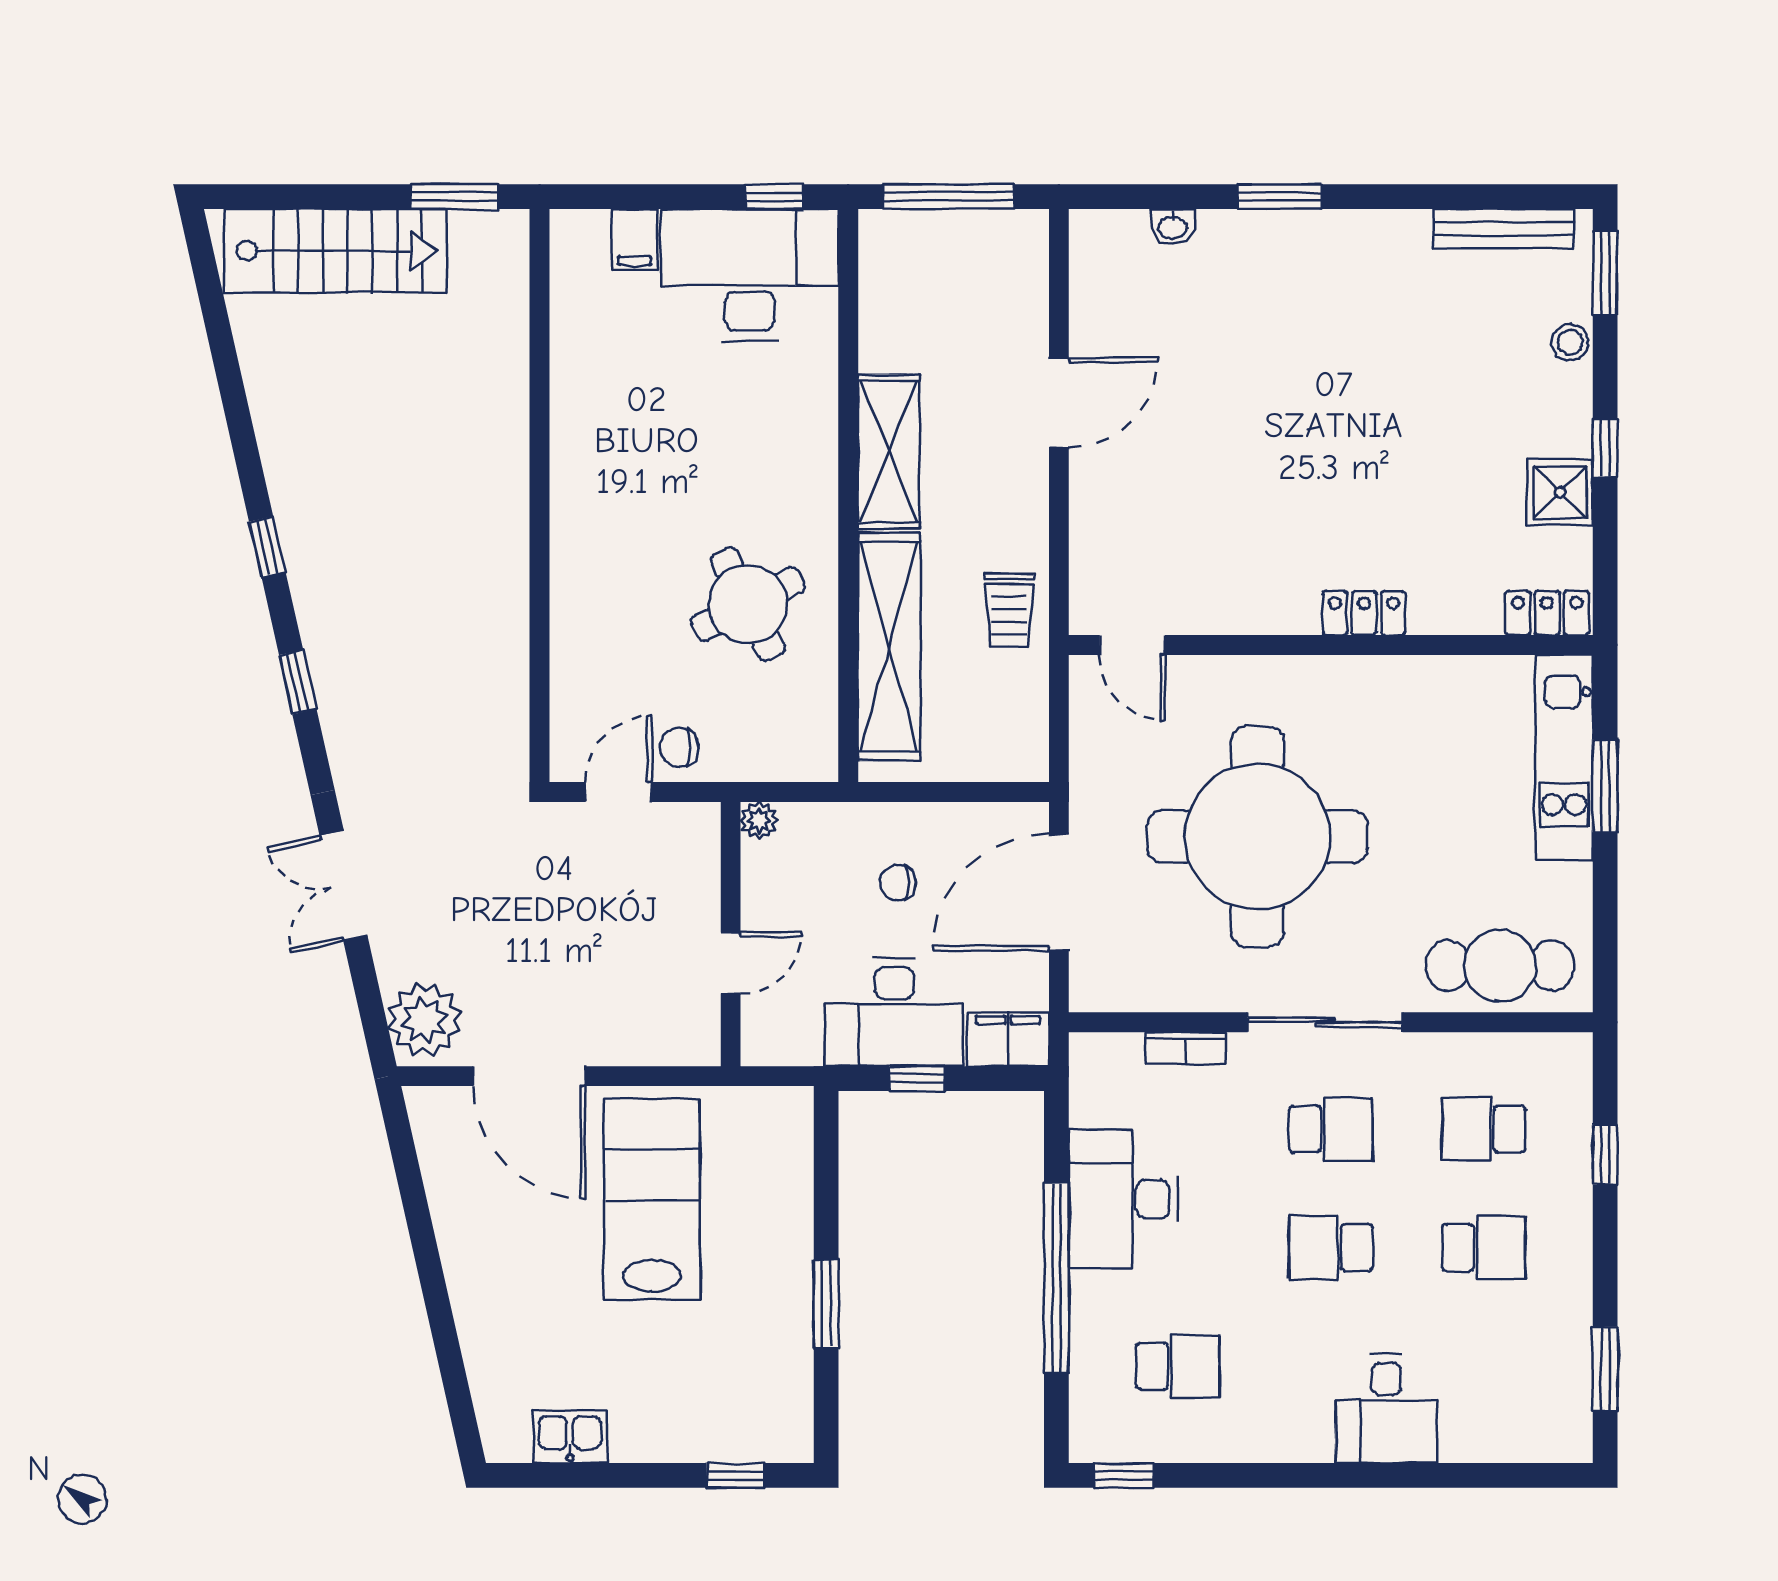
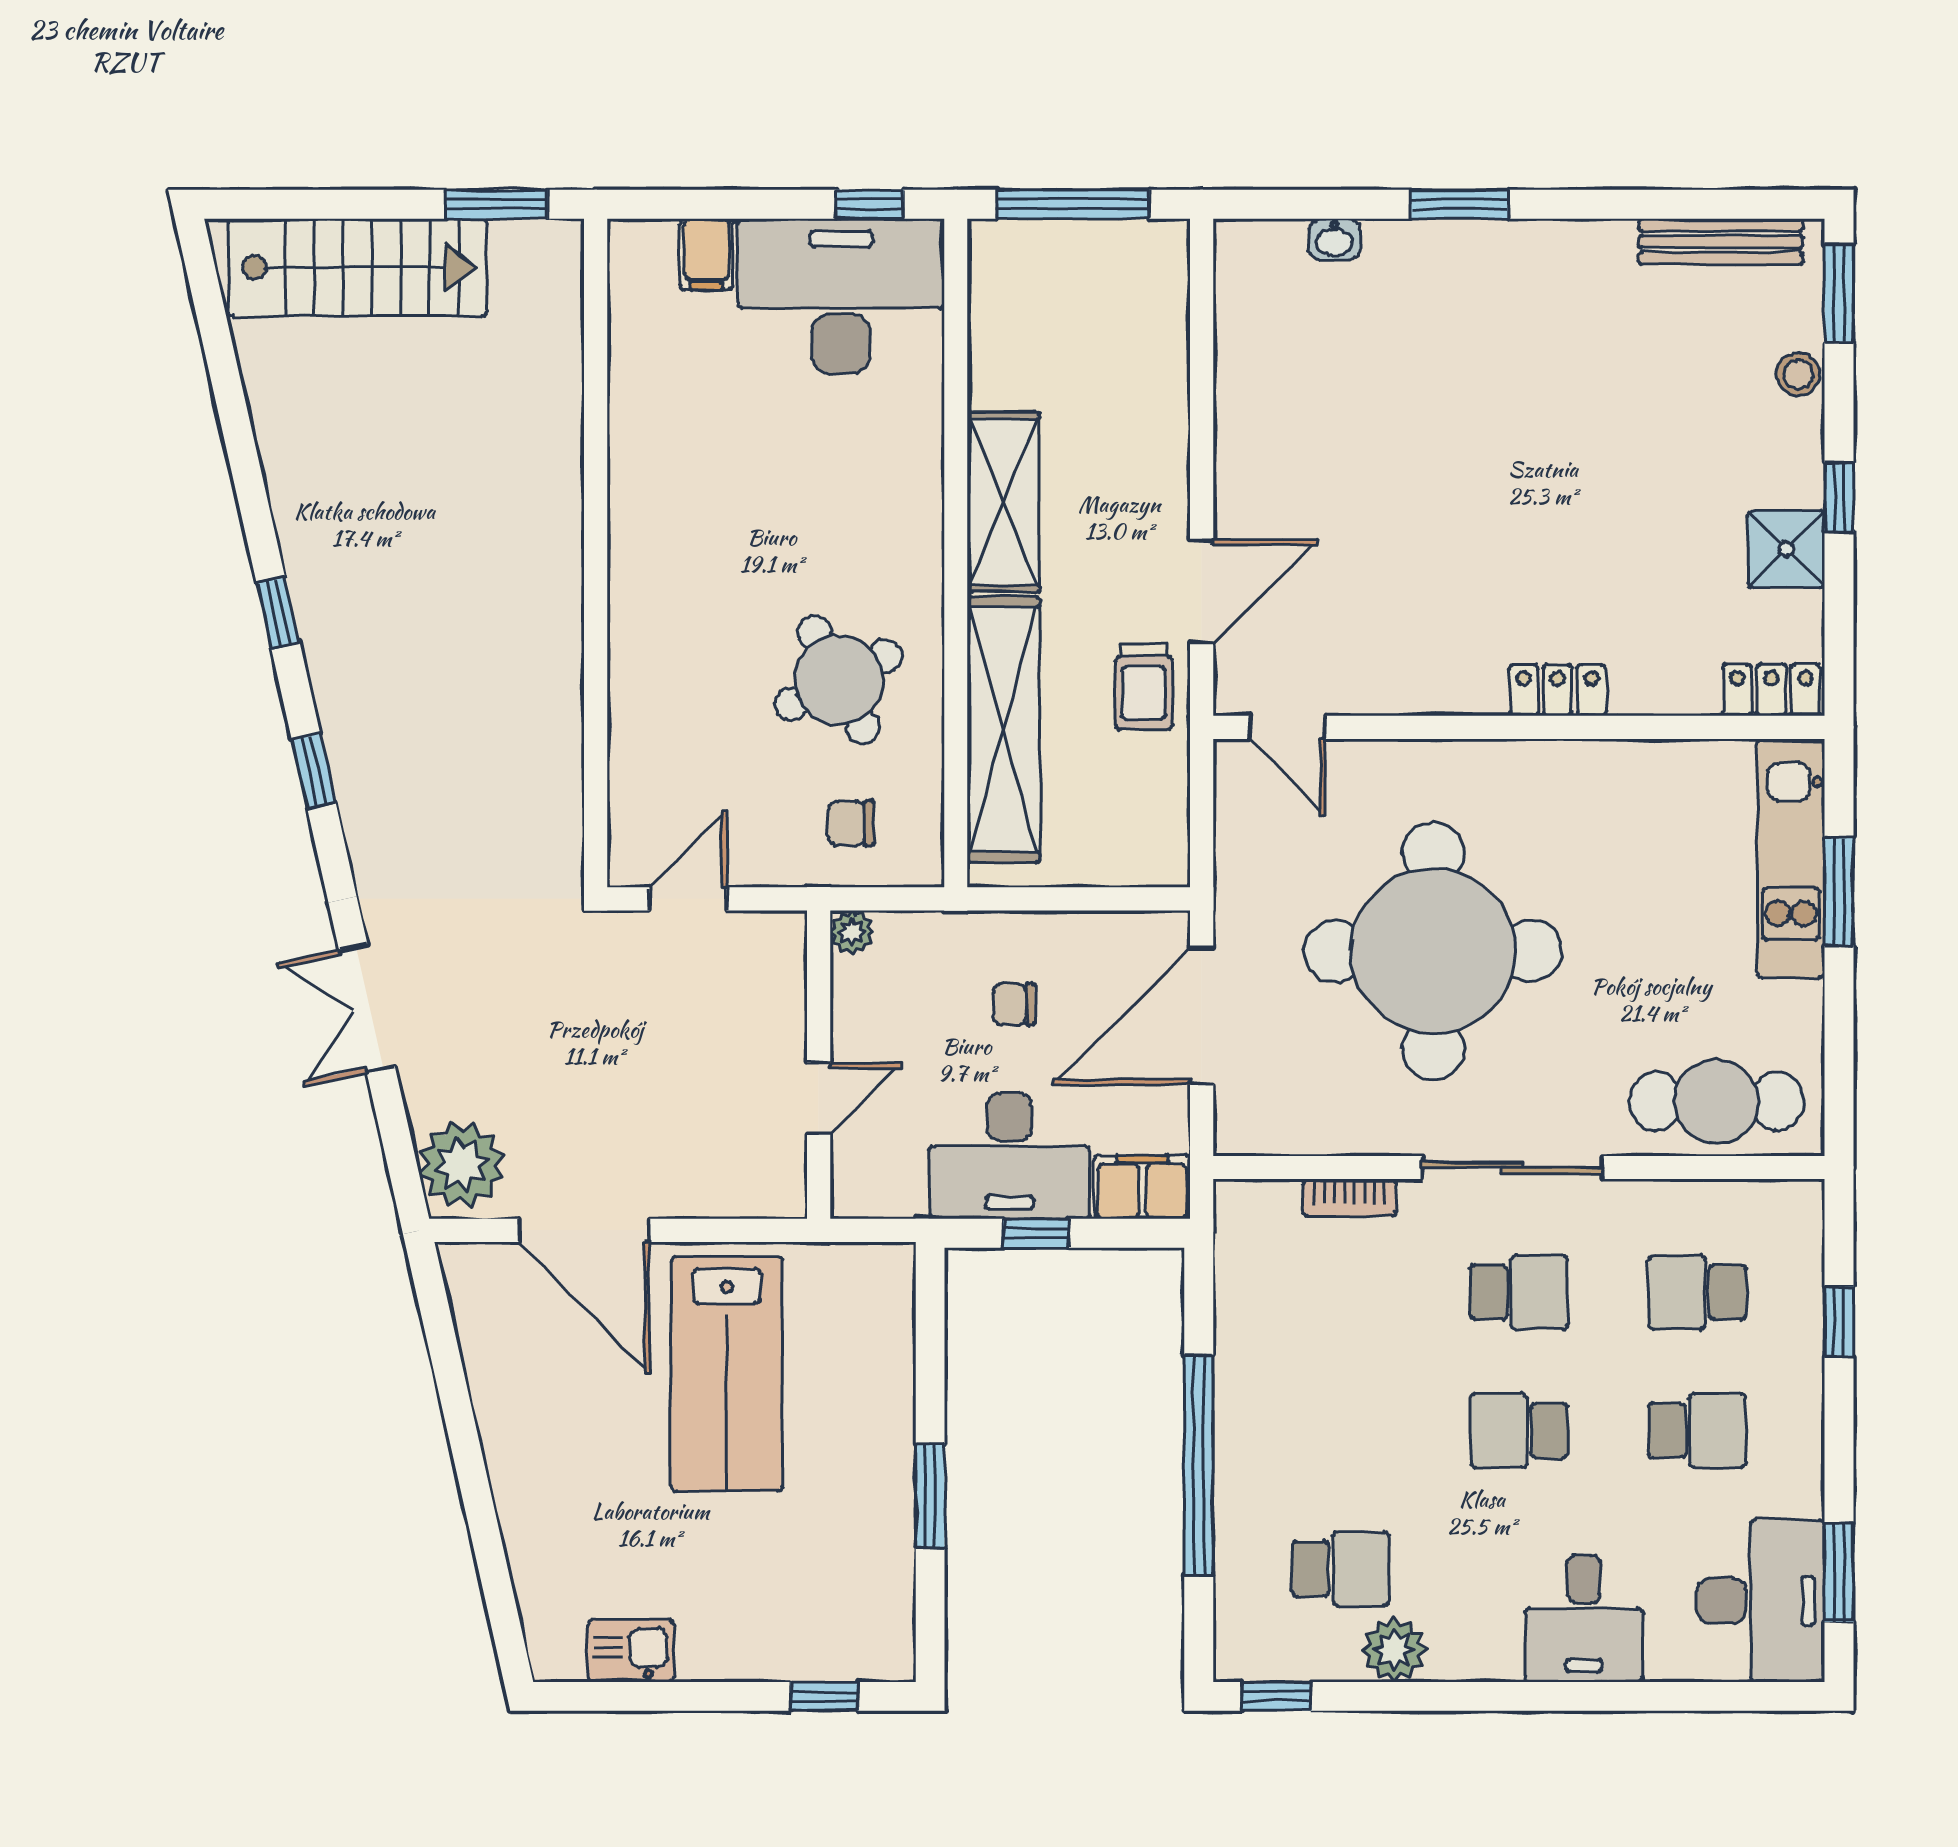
door: (1059, 402) -> (1202, 592), moved
chair: (679, 747) -> (851, 823), moved
lab bench: (652, 1199) -> (727, 1374), turned 180
desk: (1123, 1199) -> (1761, 1601), moved, turned 180
plant: (1224, 1436) -> (1394, 1650), added

